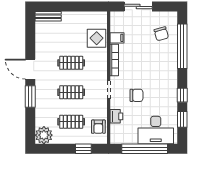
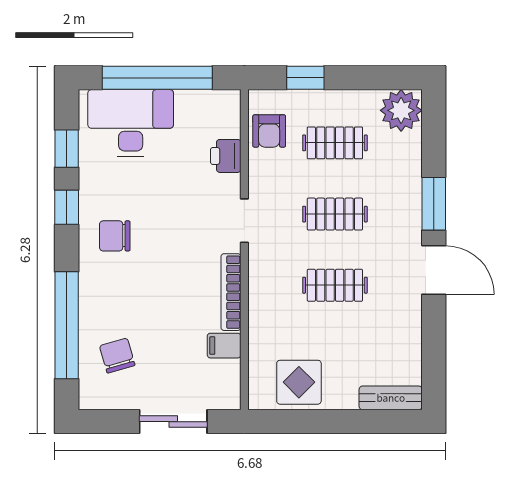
display table: (97, 38) -> (299, 382), moved
chair: (137, 95) -> (115, 236), moved
armchair: (98, 127) -> (269, 131), turned 180

